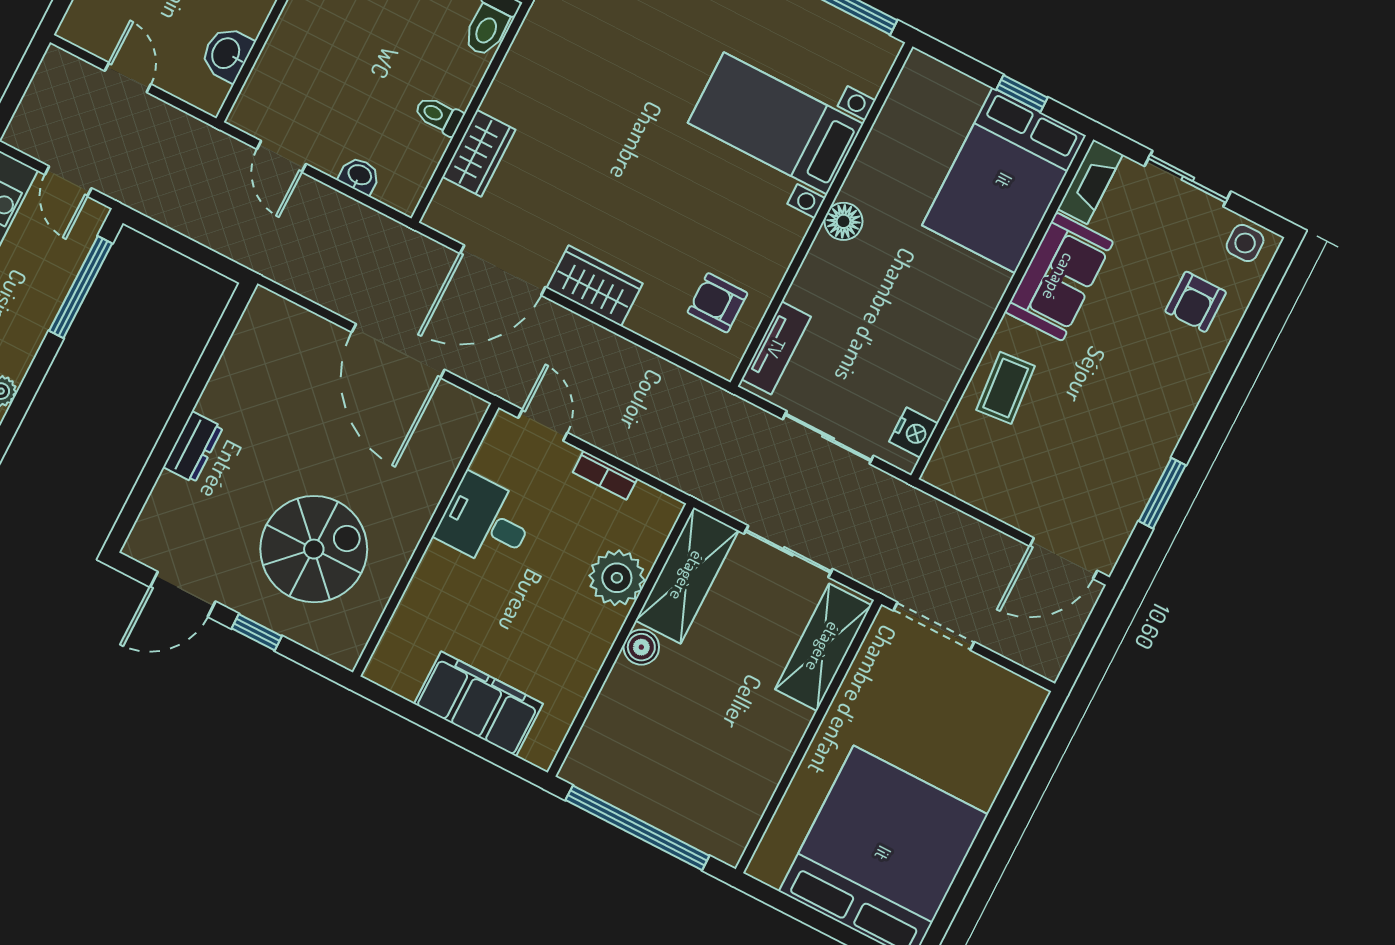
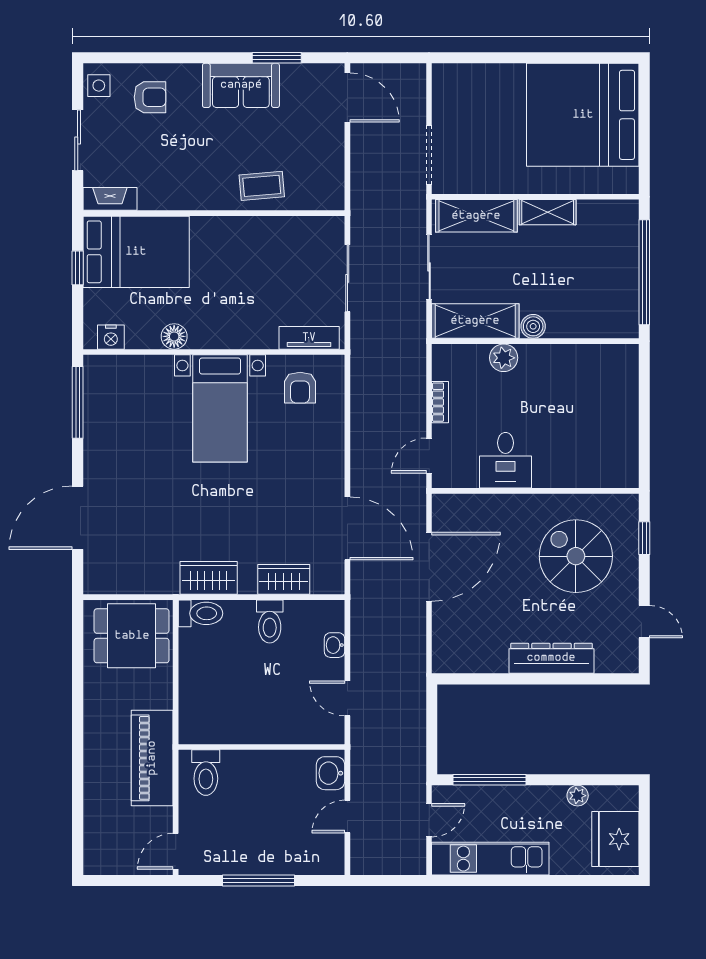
washbasin: (227, 54) -> (330, 773), moved, turned 90
toilet: (439, 116) -> (270, 622), width x1.37, depth x1.39
bed with nightstands: (776, 123) -> (220, 408), moved
door: (281, 156) -> (347, 698), swing flipped
floor lamp: (844, 221) -> (174, 336), moved
sofa: (1059, 277) -> (241, 85), moved, turned 180
wardrobe: (595, 286) -> (209, 578), moved, turned 90
nightstand: (914, 432) -> (111, 337), moved, turned 180
dresser: (193, 447) -> (551, 658), width x1.96, depth x1.24
plant: (617, 578) -> (504, 358), width x0.73, depth x0.73
door: (183, 594) -> (644, 622), width x0.73
window: (257, 632) -> (644, 538), moved
filing cabinet: (478, 704) -> (618, 408), removed
shelving: (780, 742) -> (548, 212), added

